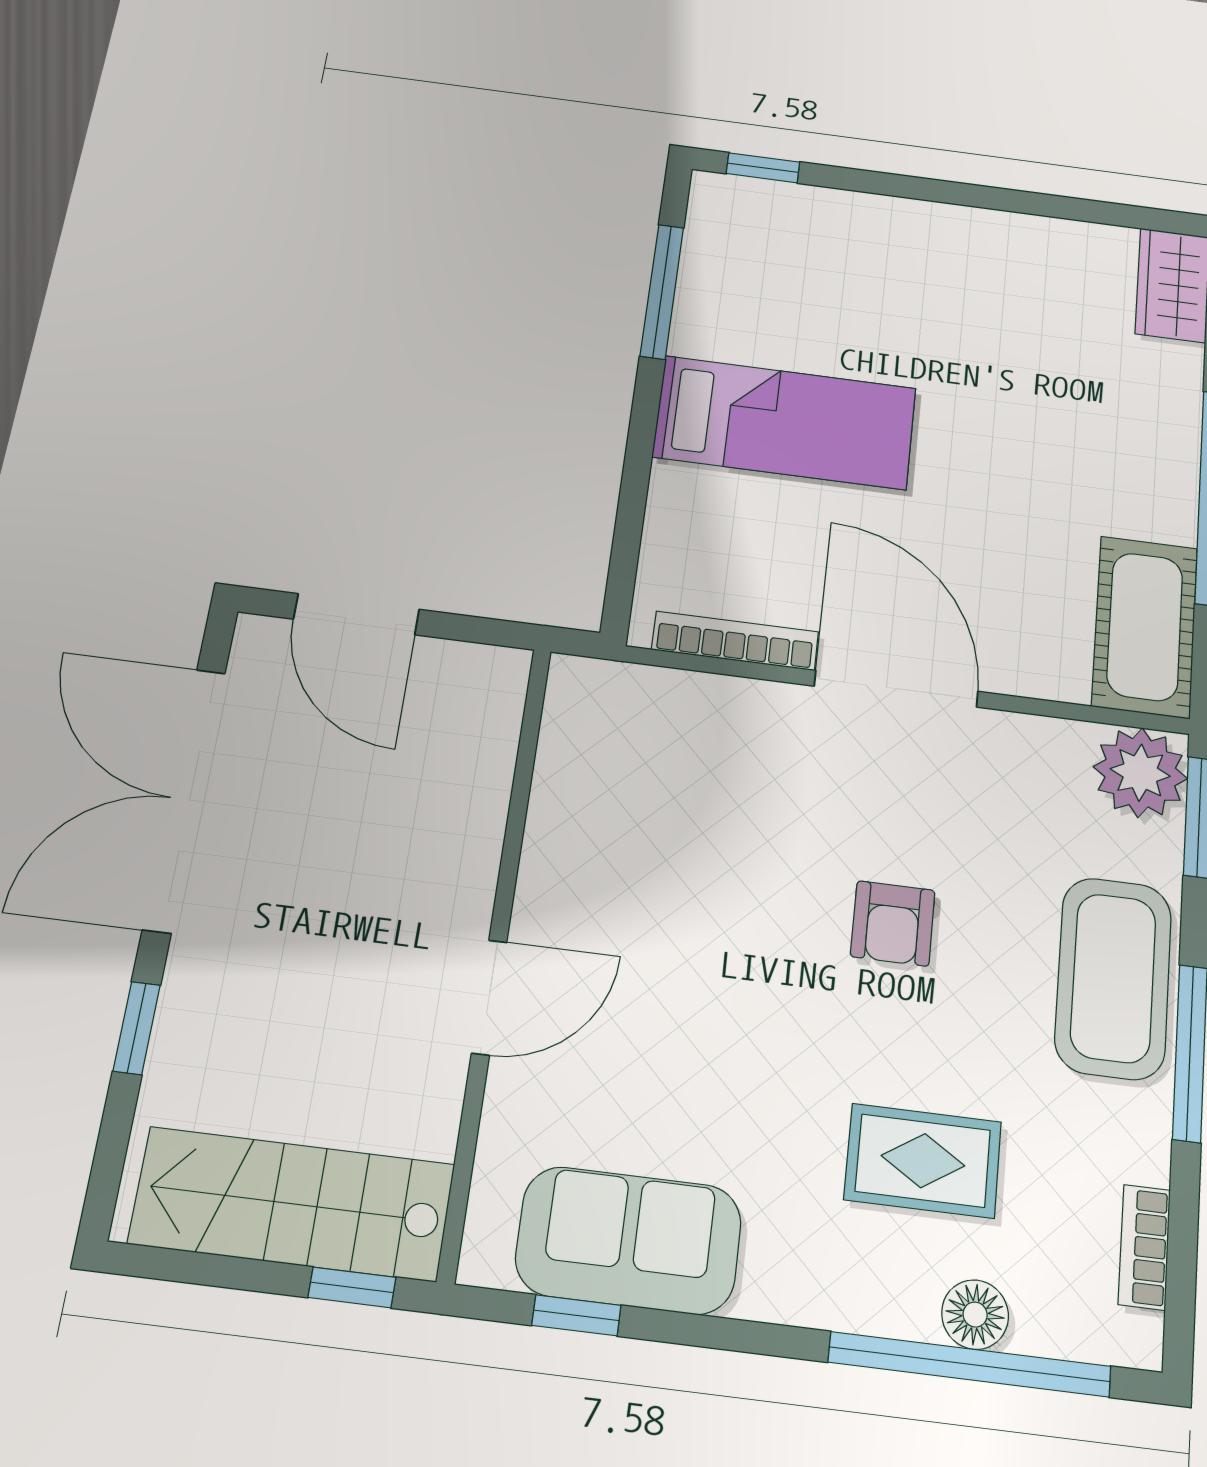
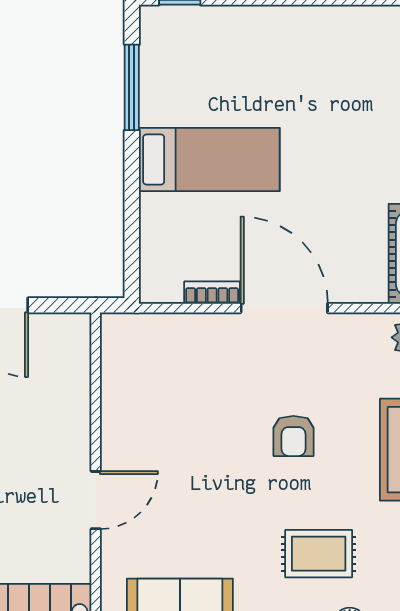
bookcase: (735, 641) -> (212, 293), width x0.64

